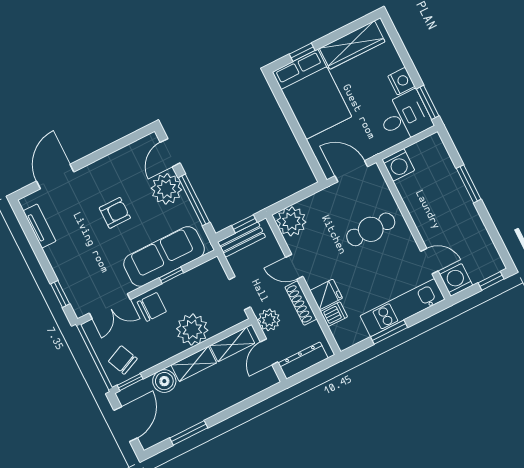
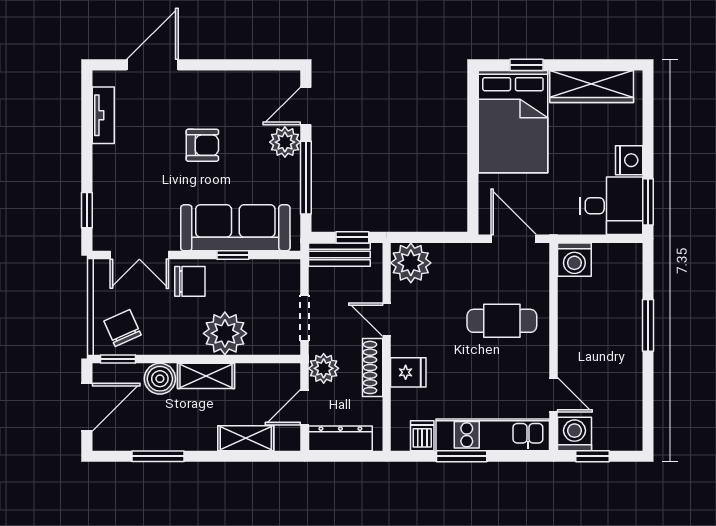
plant: (166, 189) -> (285, 142), width x0.73, depth x0.73
window: (491, 281) -> (593, 456), moved
dishwasher: (334, 314) -> (422, 436), moved, turned -90
shelving: (232, 344) -> (246, 438), moved

